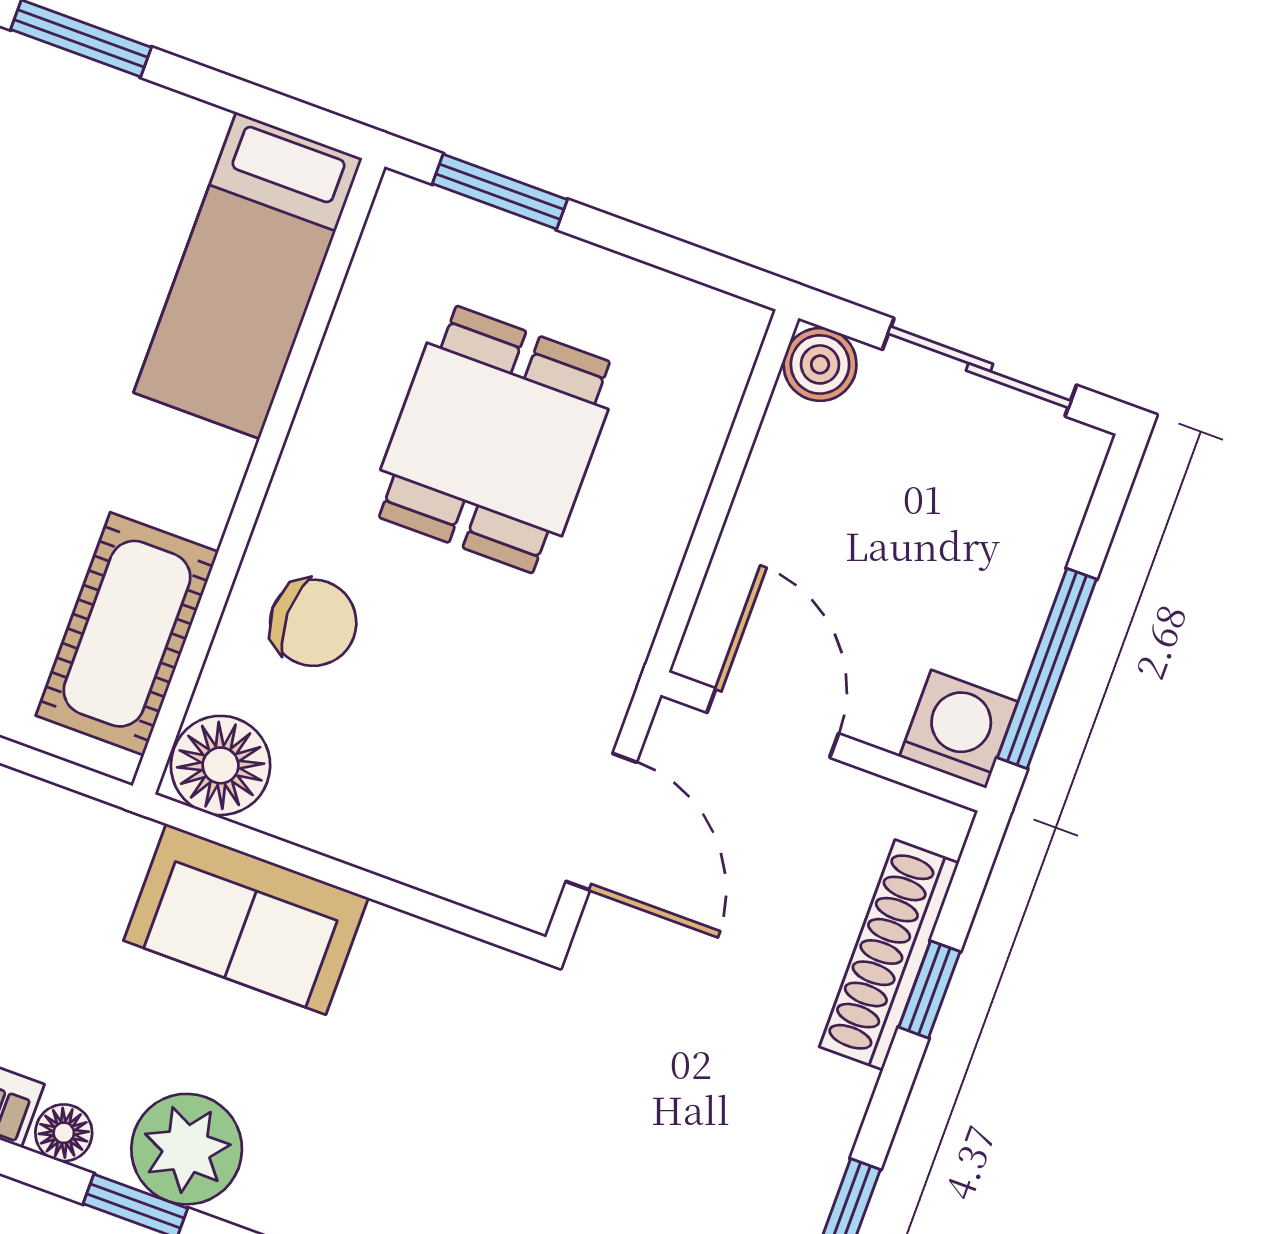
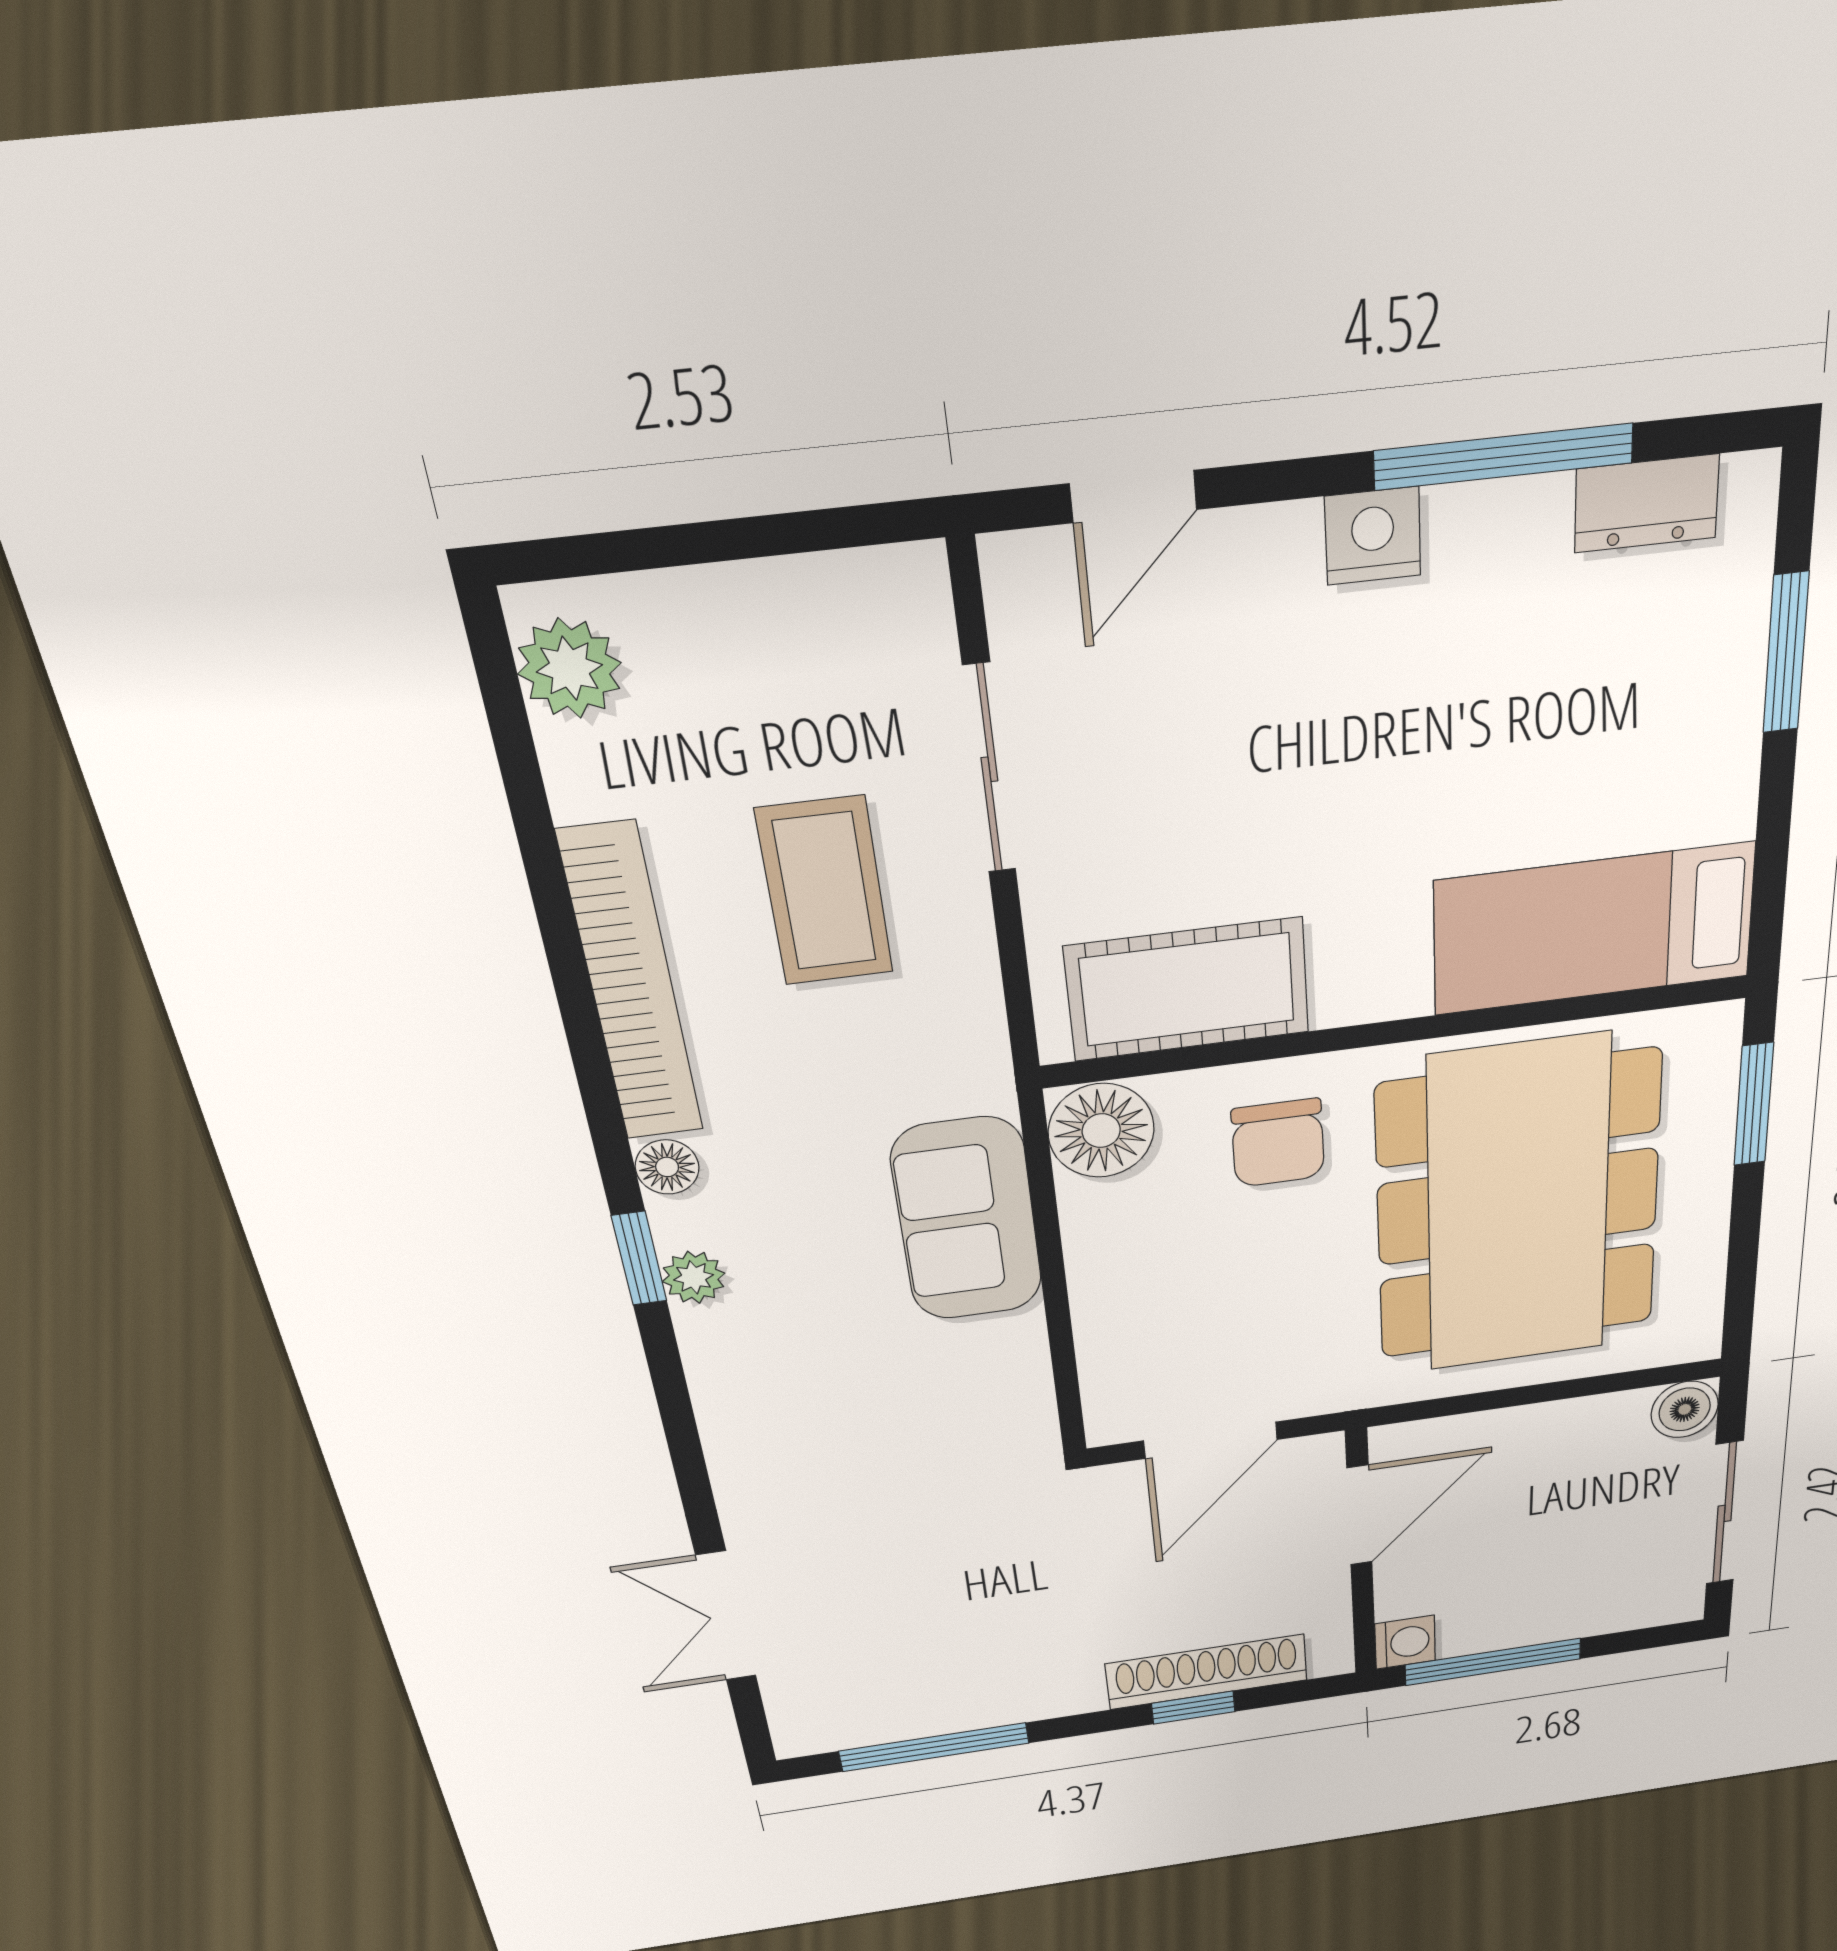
dining table: (494, 439) -> (1518, 1206), width x1.88, depth x1.24
washing machine: (959, 729) -> (1405, 1642), width x0.73, depth x0.73
plant: (187, 1149) -> (694, 1277), width x0.53, depth x0.53

